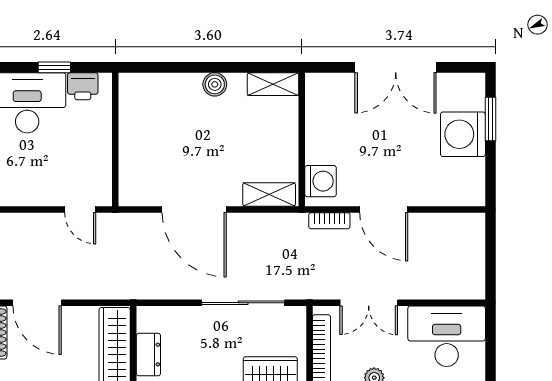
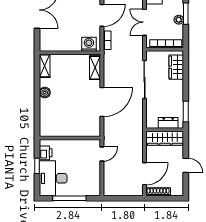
double door: (369, 303) -> (144, 22), swing flipped

